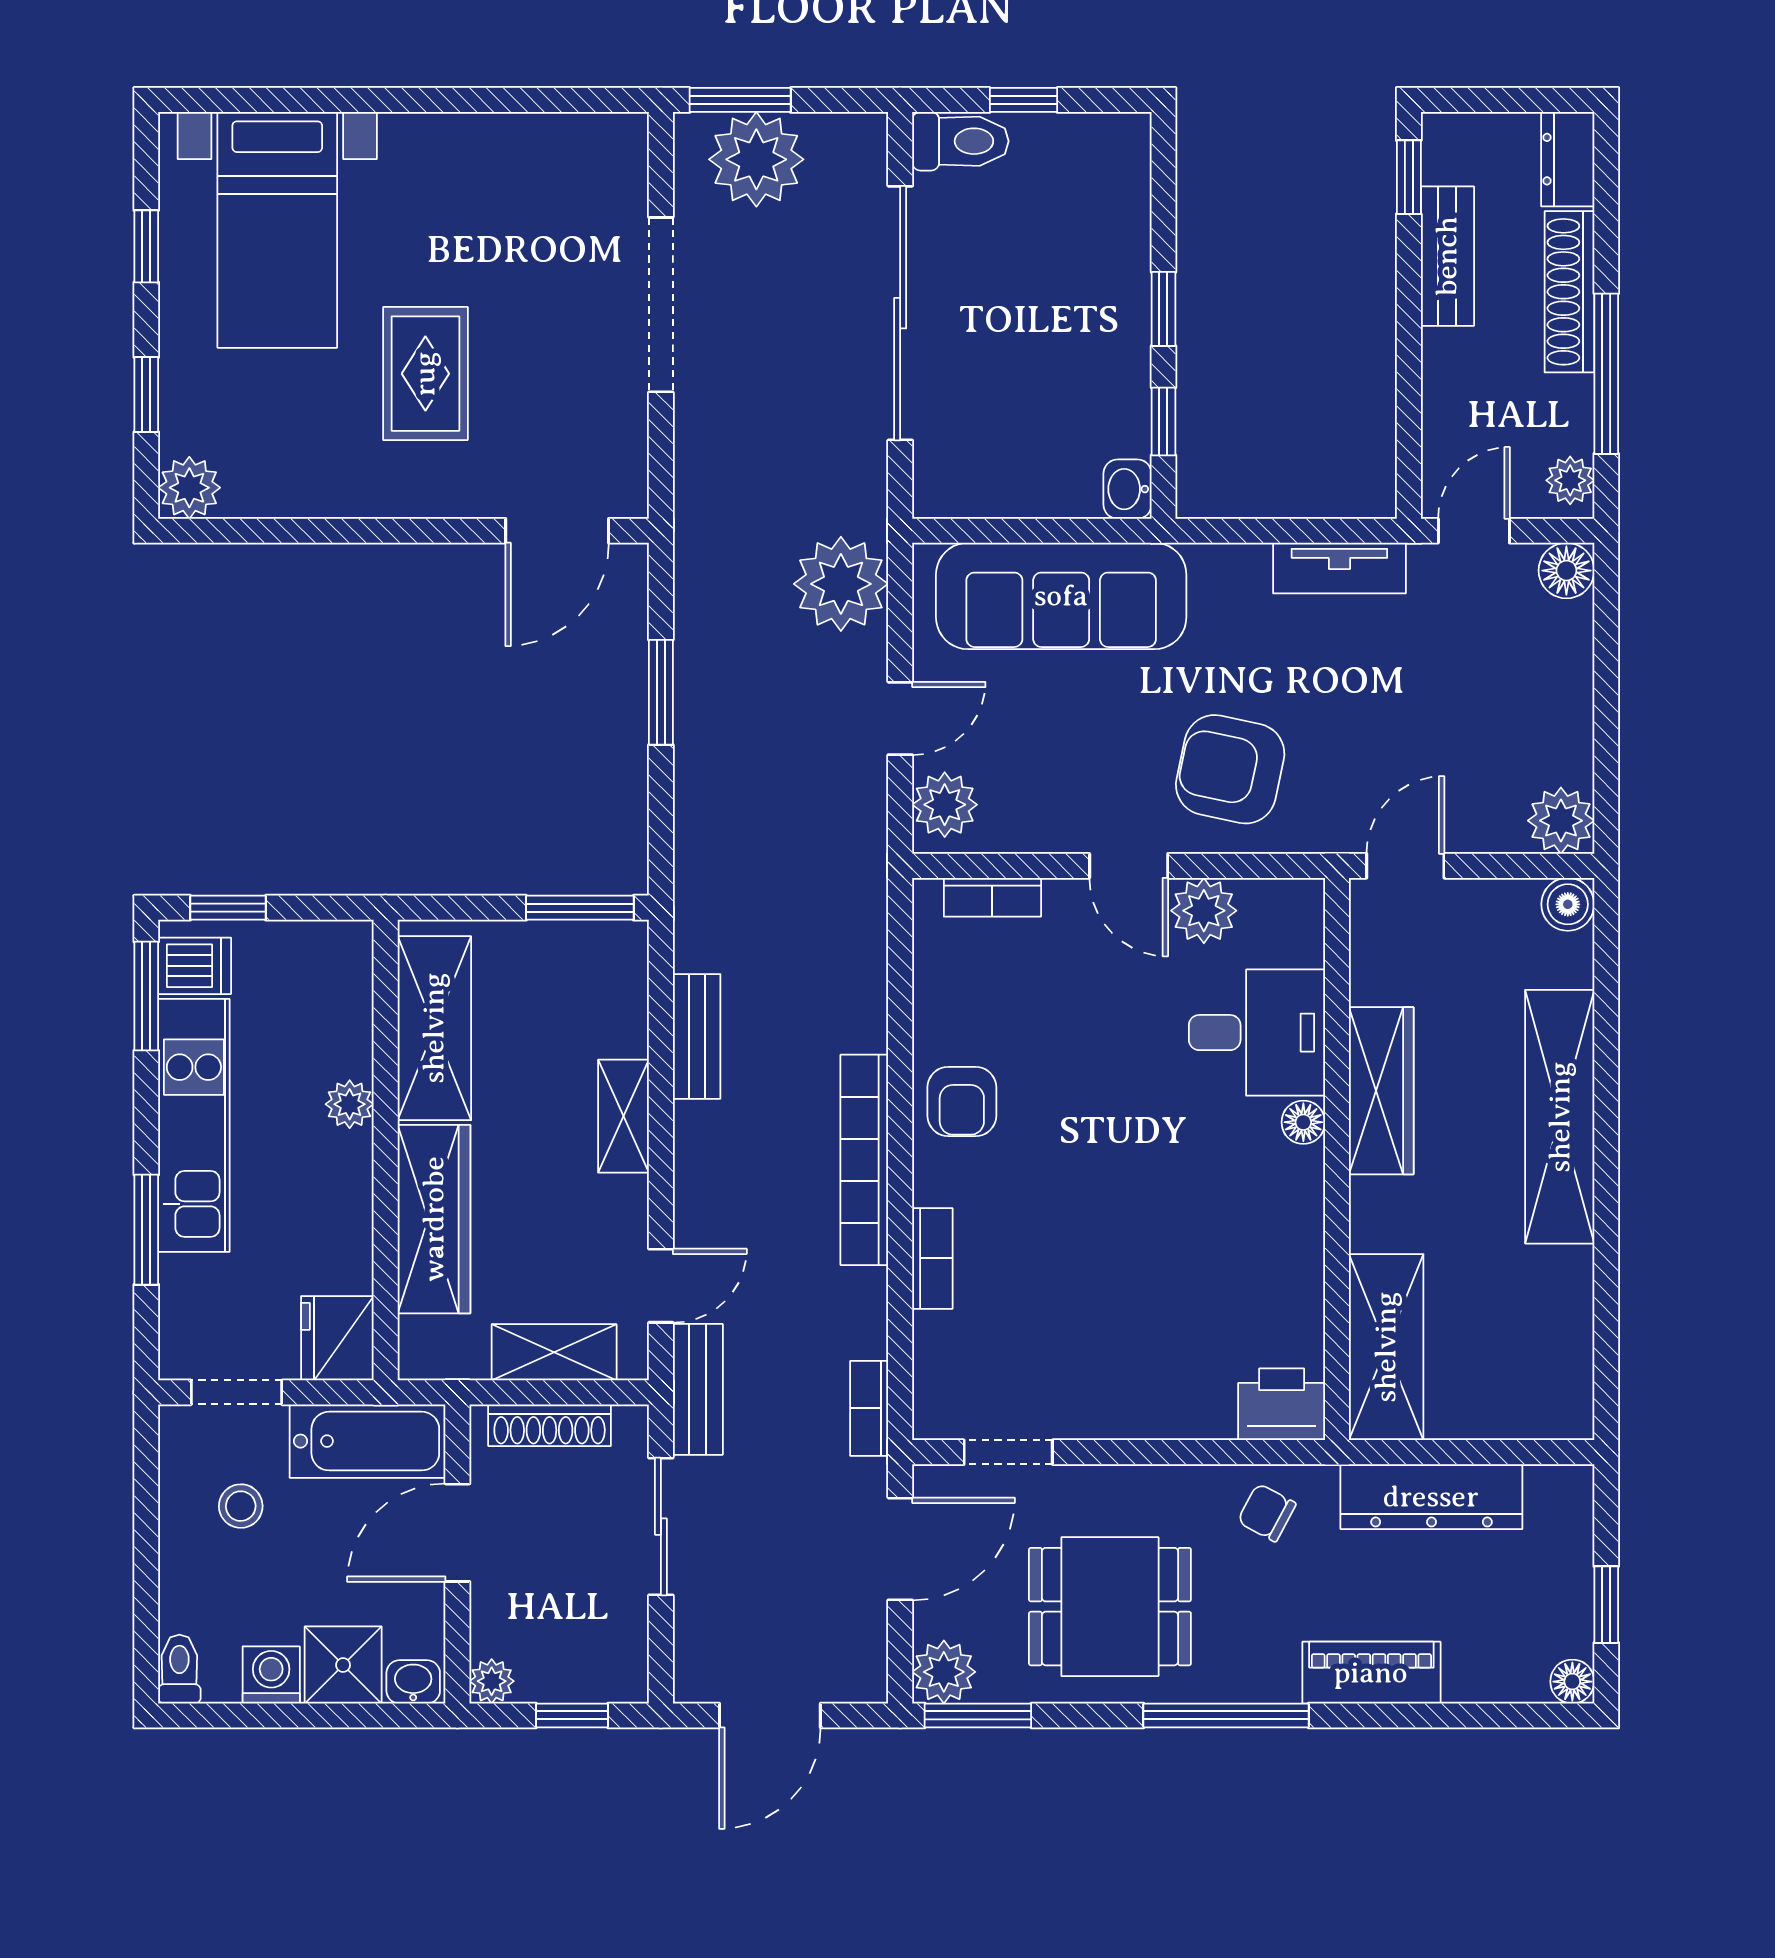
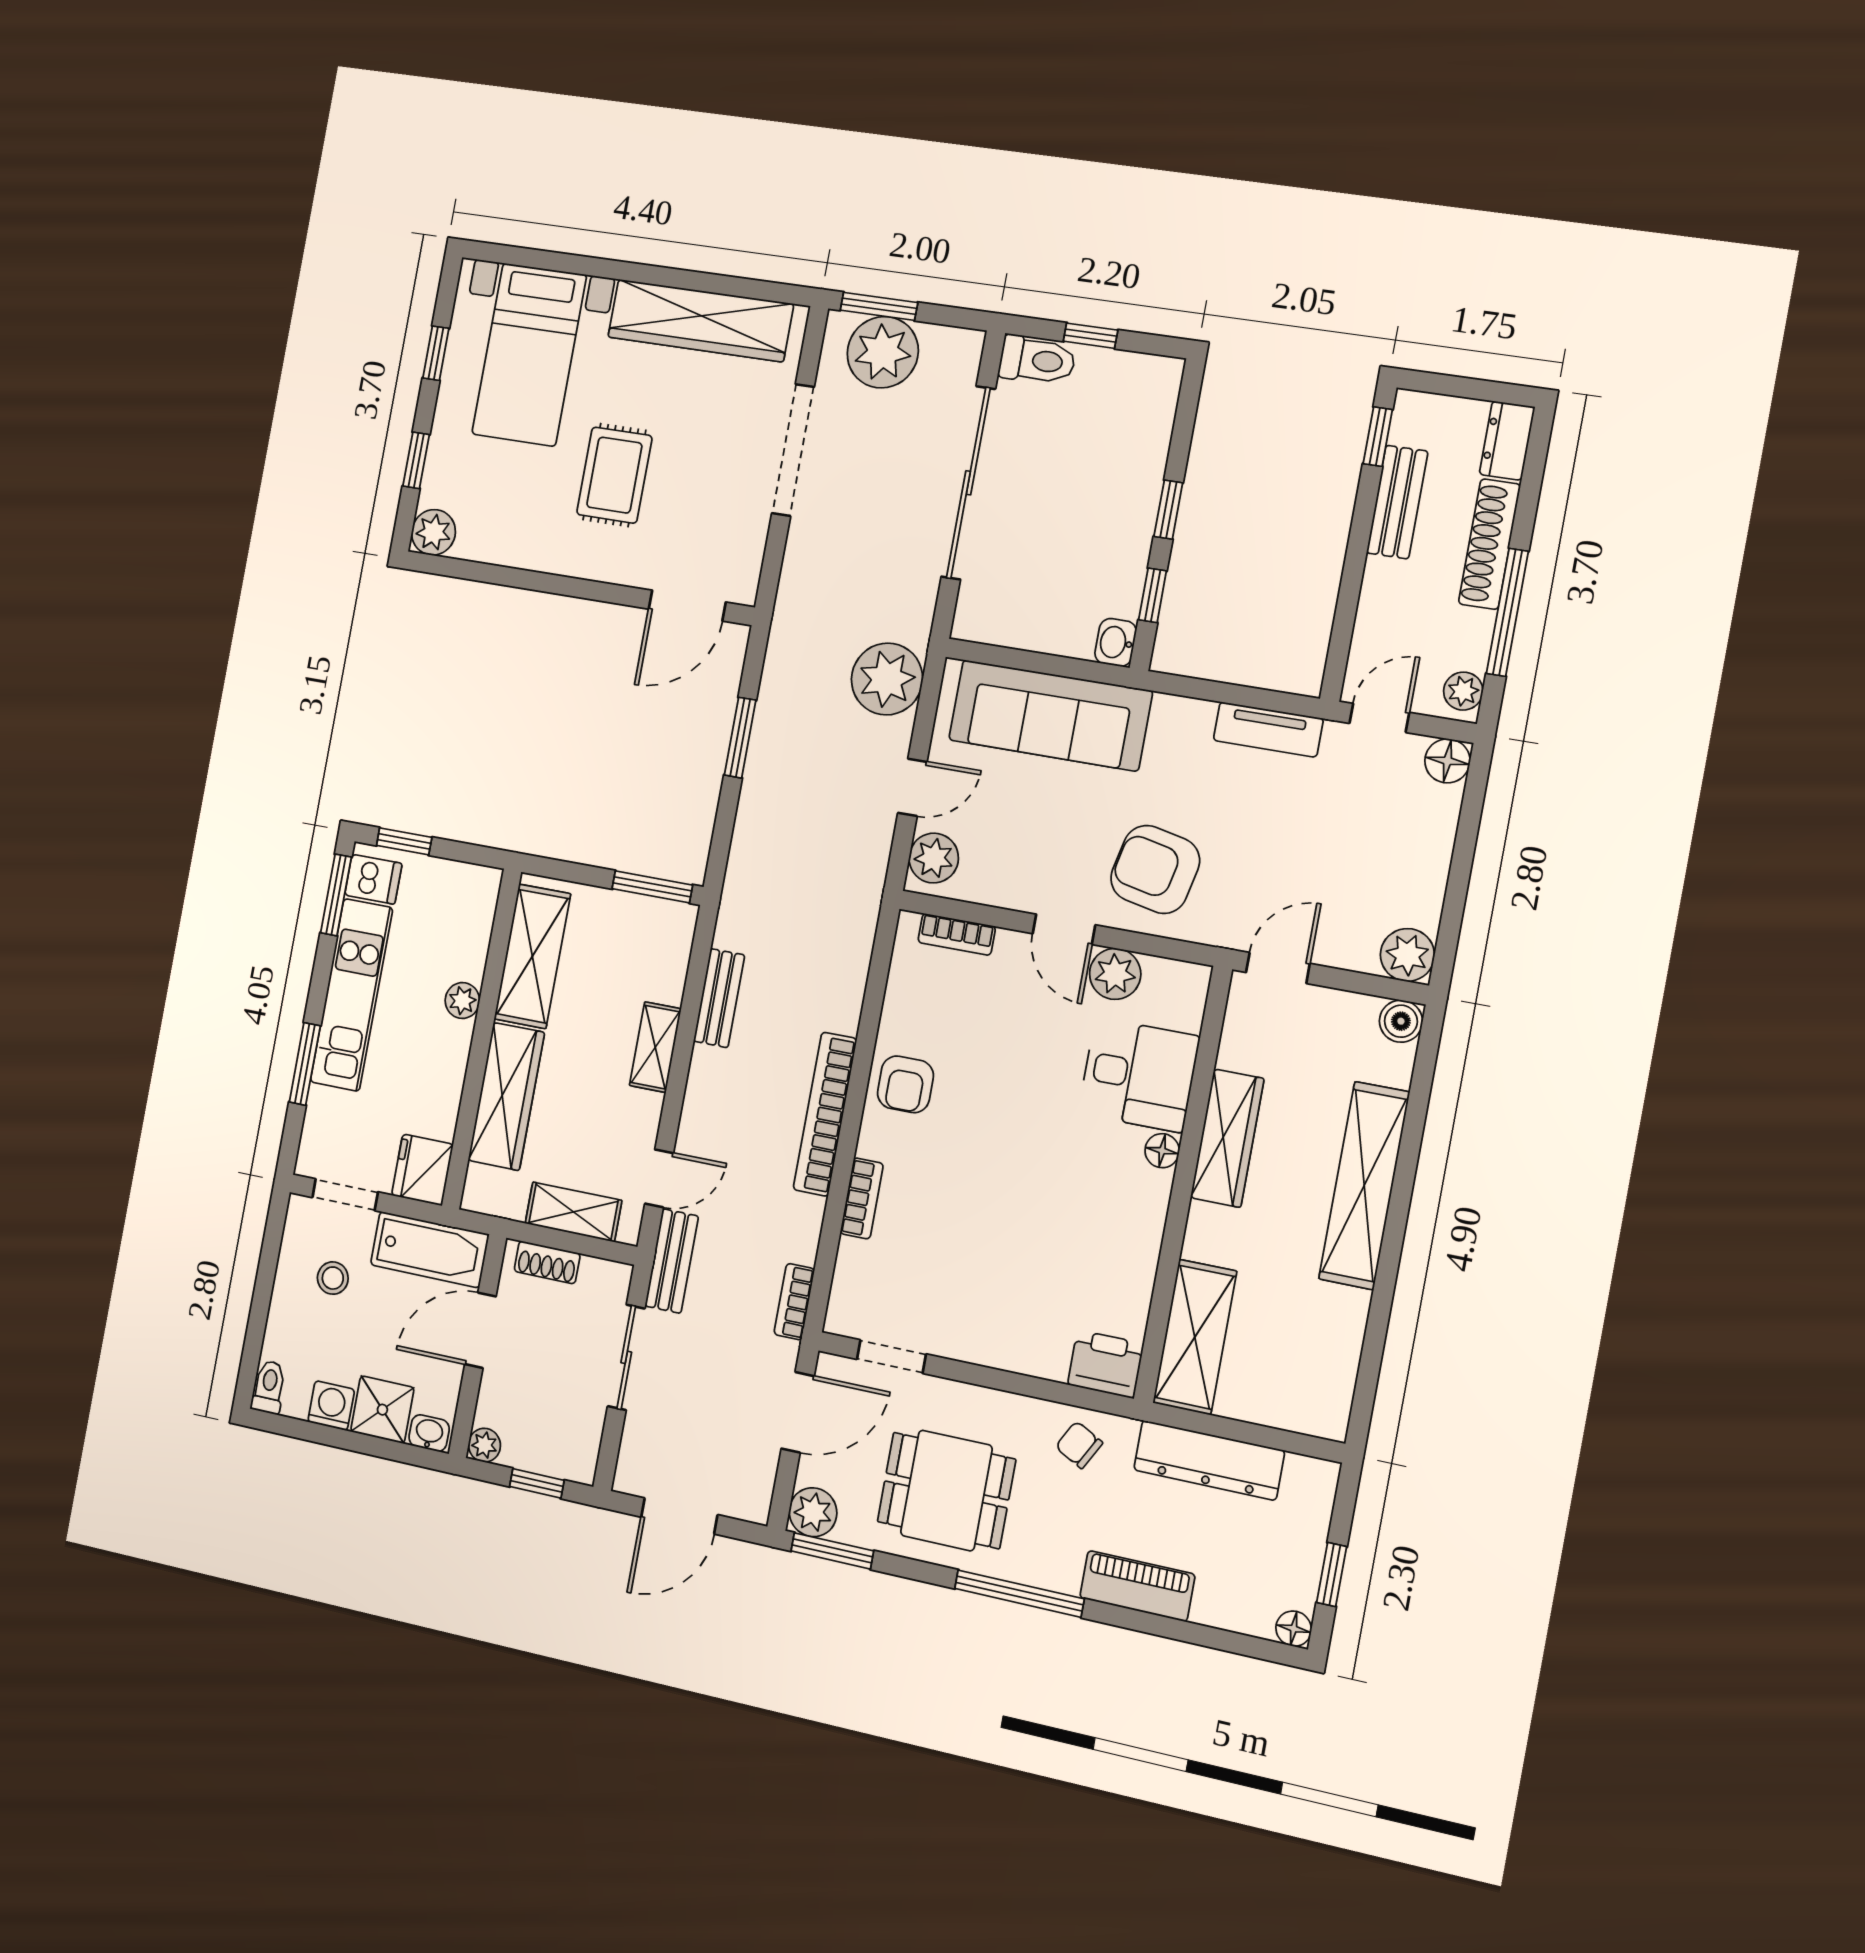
wardrobe: (504, 152) -> (700, 320), added
shoe rack: (550, 1425) -> (547, 1262), width x0.70

